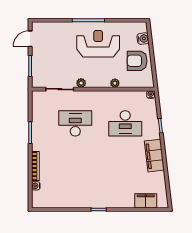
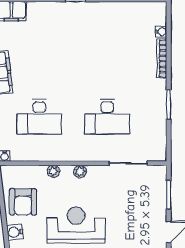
reception desk: (98, 44) -> (76, 225), turned 180
armchair: (137, 61) -> (23, 202), turned 90
plant: (81, 83) -> (80, 172), moved
desk: (125, 123) -> (39, 117), turned 180

